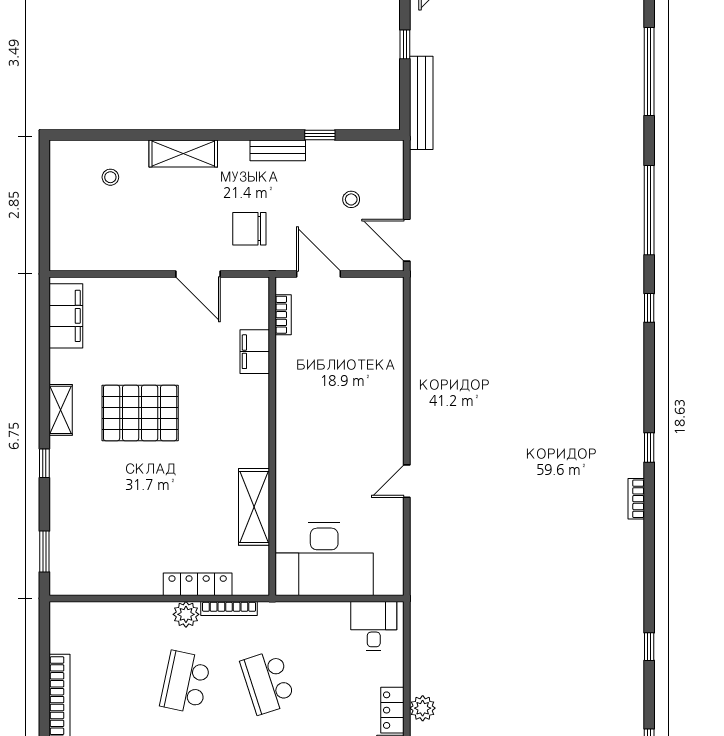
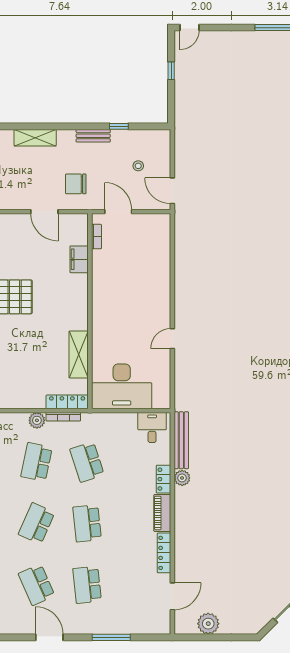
bench: (421, 103) -> (181, 440), moved
locker: (198, 584) -> (67, 402), moved

